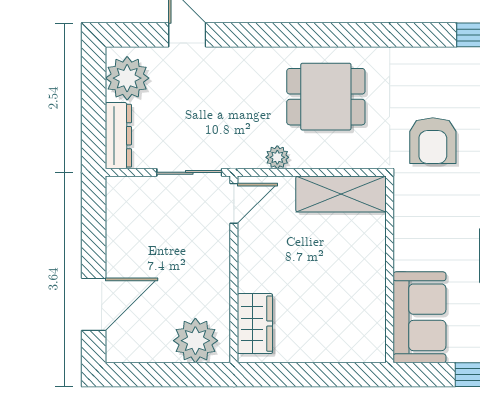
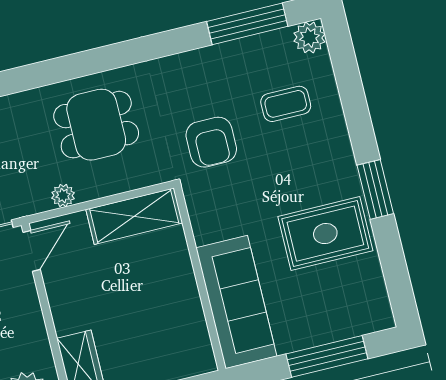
sofa: (419, 317) -> (236, 302), width x1.36

